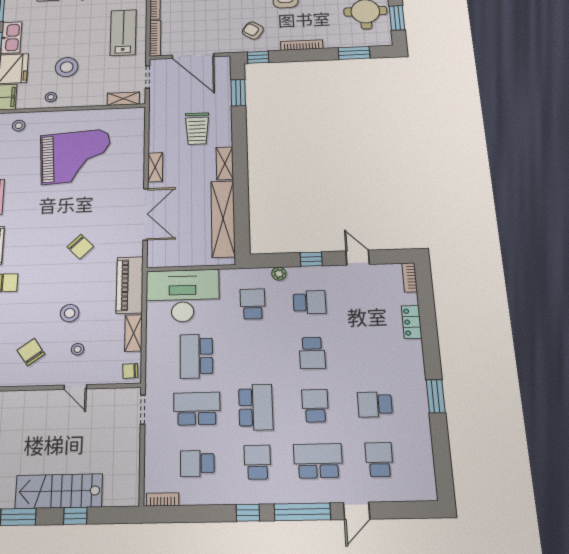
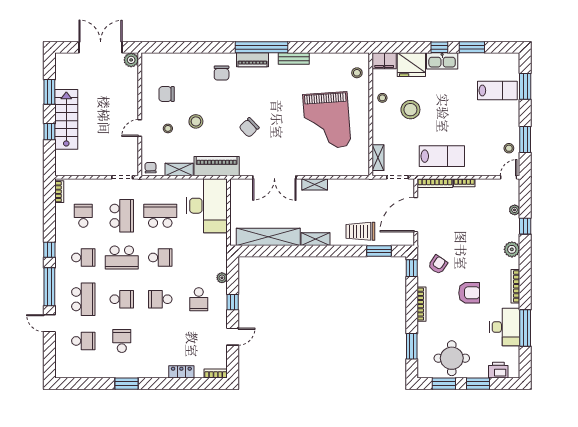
trolley: (197, 129) -> (360, 231), moved
school desk: (253, 304) -> (160, 257), moved
chair: (31, 352) -> (167, 94), turned -145

